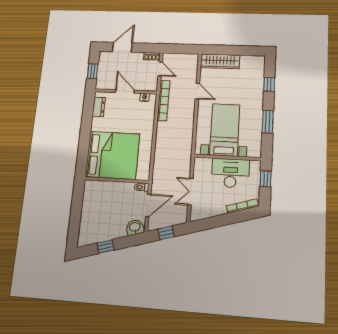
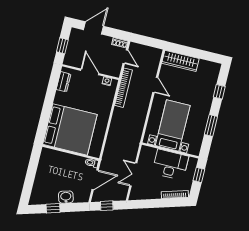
washbasin: (135, 227) -> (66, 197), moved

